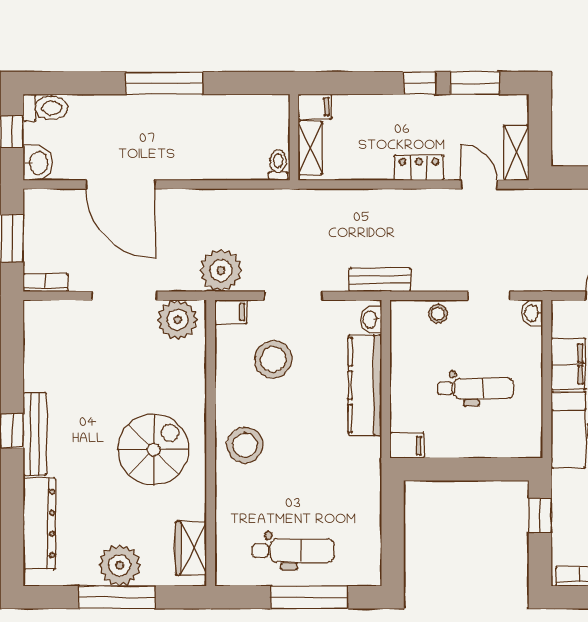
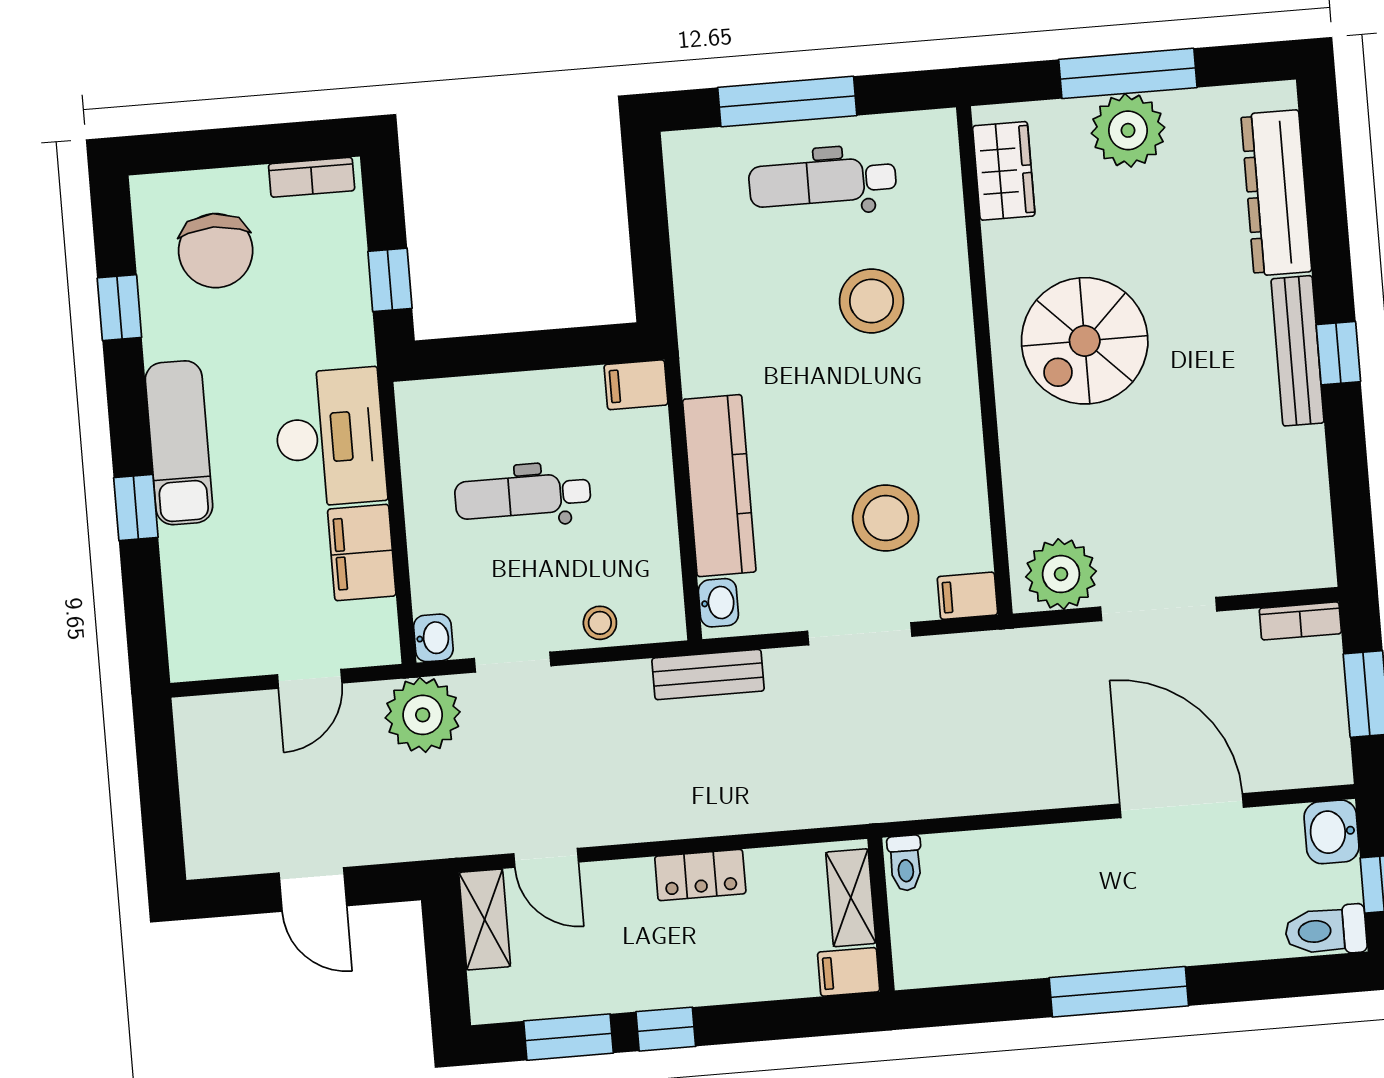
locker: (419, 168) -> (700, 875), moved
plant: (221, 270) -> (423, 715), moved
stool: (245, 445) -> (872, 301), moved

